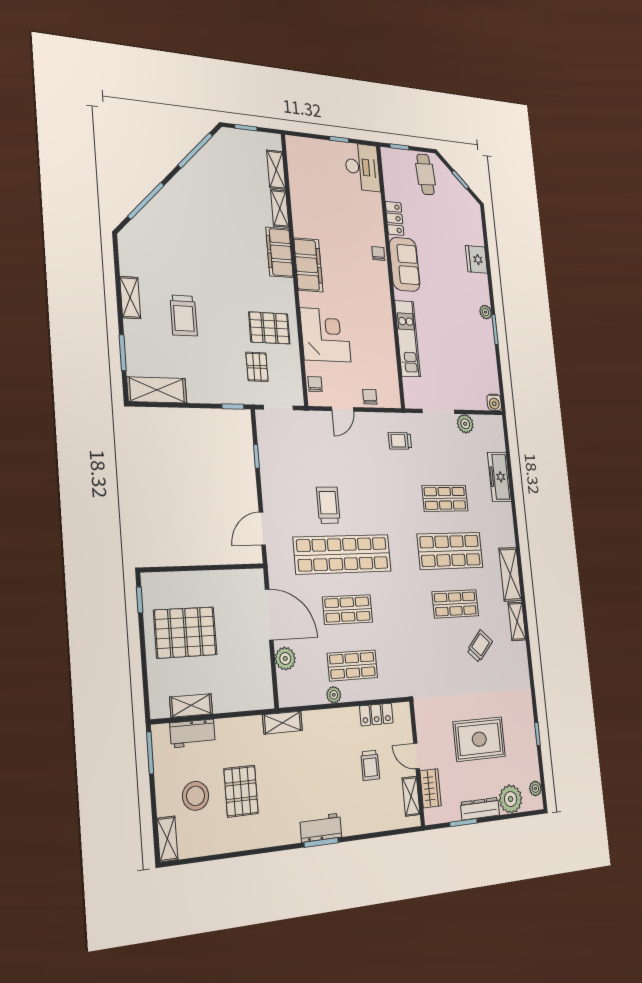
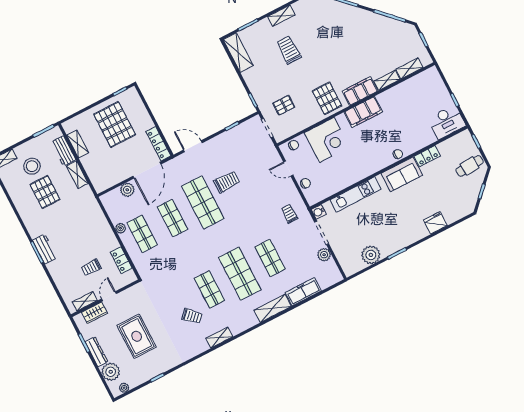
plant: (486, 312) -> (371, 255), moved, width x1.87, depth x1.87
trolley: (184, 315) -> (289, 50), turned 90
pallet: (269, 328) -> (327, 98), moved
water cooler: (494, 402) -> (319, 212), moved
shop shelf: (343, 554) -> (203, 202), width x0.71
shelving: (510, 574) -> (273, 308), moved
locker: (239, 578) -> (158, 144), added
shelving: (282, 723) -> (77, 175), moved
pallet: (241, 791) -> (45, 192), turned 90

